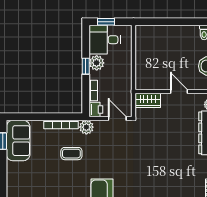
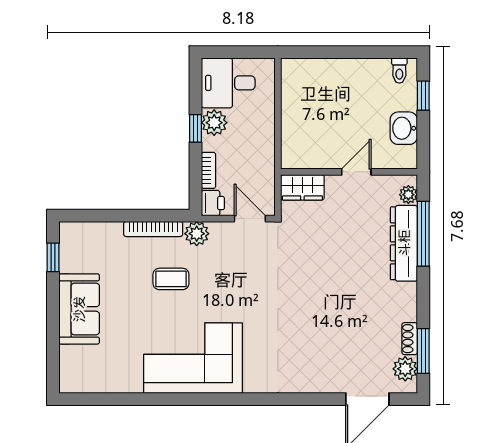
window: (106, 22) -> (230, 52), removed
door: (179, 91) -> (356, 172), hinge flipped
sofa: (18, 141) -> (79, 309), moved

